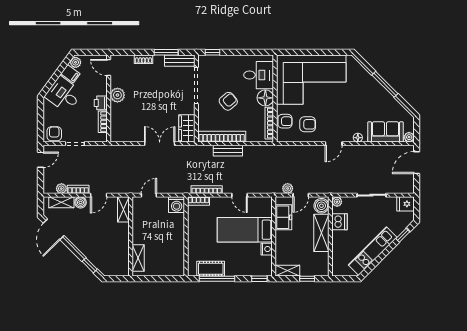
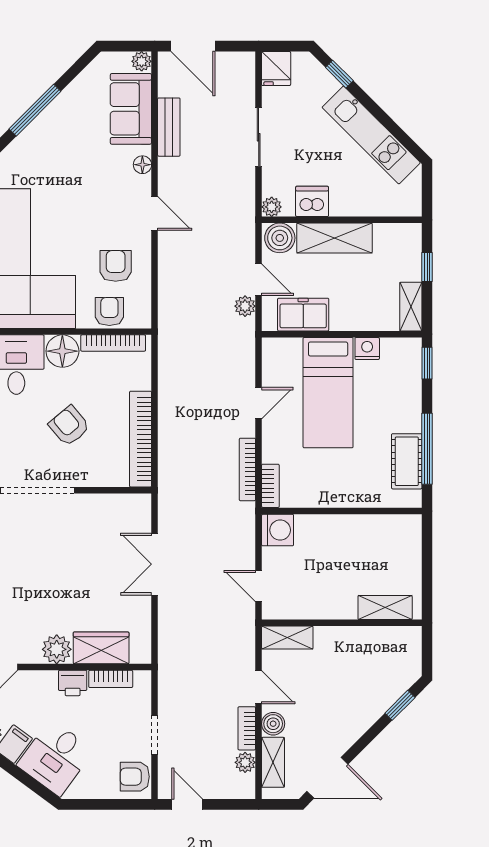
wardrobe: (187, 128) -> (101, 648), moved, turned 180
bench: (228, 151) -> (169, 127), moved

